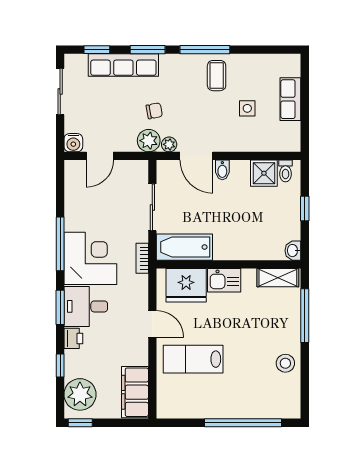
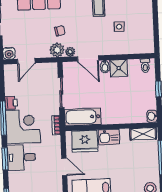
row of seats: (290, 99) -> (146, 20), removed
shower: (264, 173) -> (119, 68), moved
printer: (73, 338) -> (11, 103), moved

